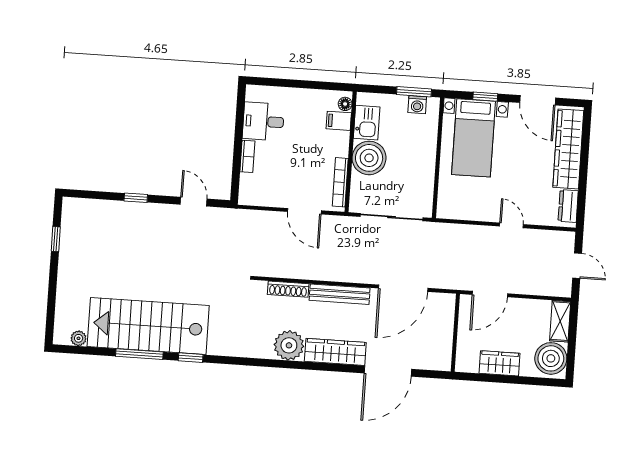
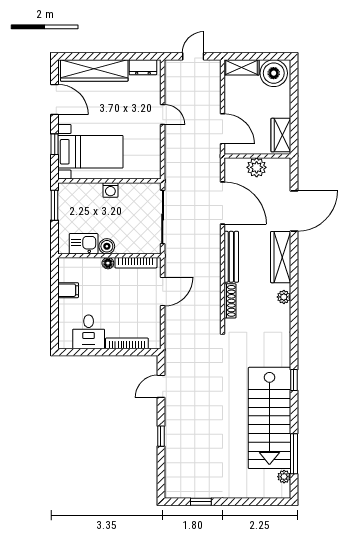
door: (538, 100) -> (55, 99), hinge flipped
floor lamp: (345, 104) -> (108, 263), moved
washing machine: (417, 105) -> (110, 190), moved, turned 90
filing cabinet: (339, 121) -> (68, 290), moved, turned -90
bookcase: (247, 156) -> (127, 343), width x1.56
boiler: (369, 158) -> (107, 246), width x0.54, depth x0.54
door: (511, 225) -> (163, 114), swing flipped
plant: (442, 331) -> (257, 167), added
plant: (289, 345) -> (284, 297), width x0.53, depth x0.53
window: (139, 354) -> (294, 454), moved
wardrobe: (500, 363) -> (281, 135), moved
door: (388, 371) -> (294, 211), hinge flipped

